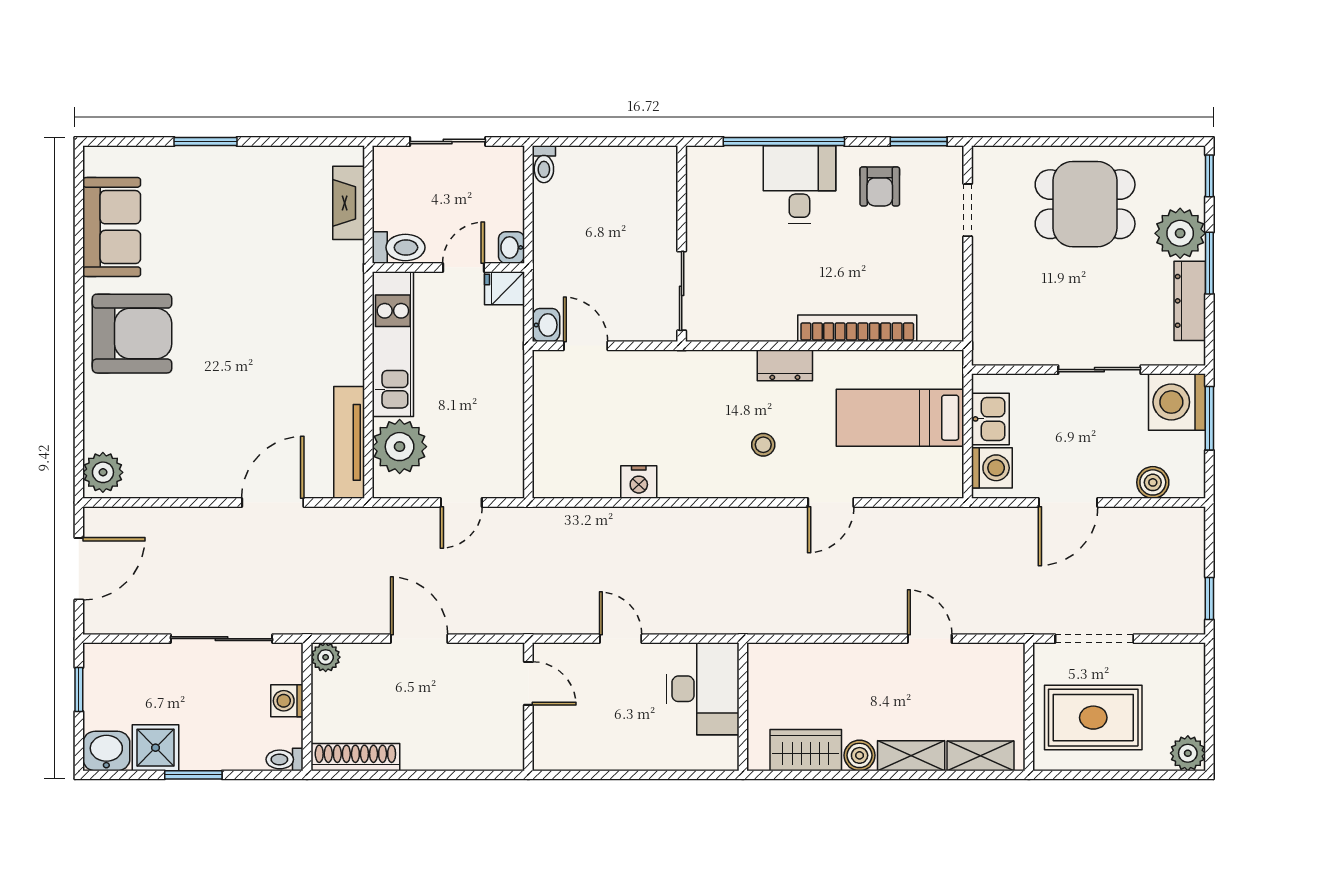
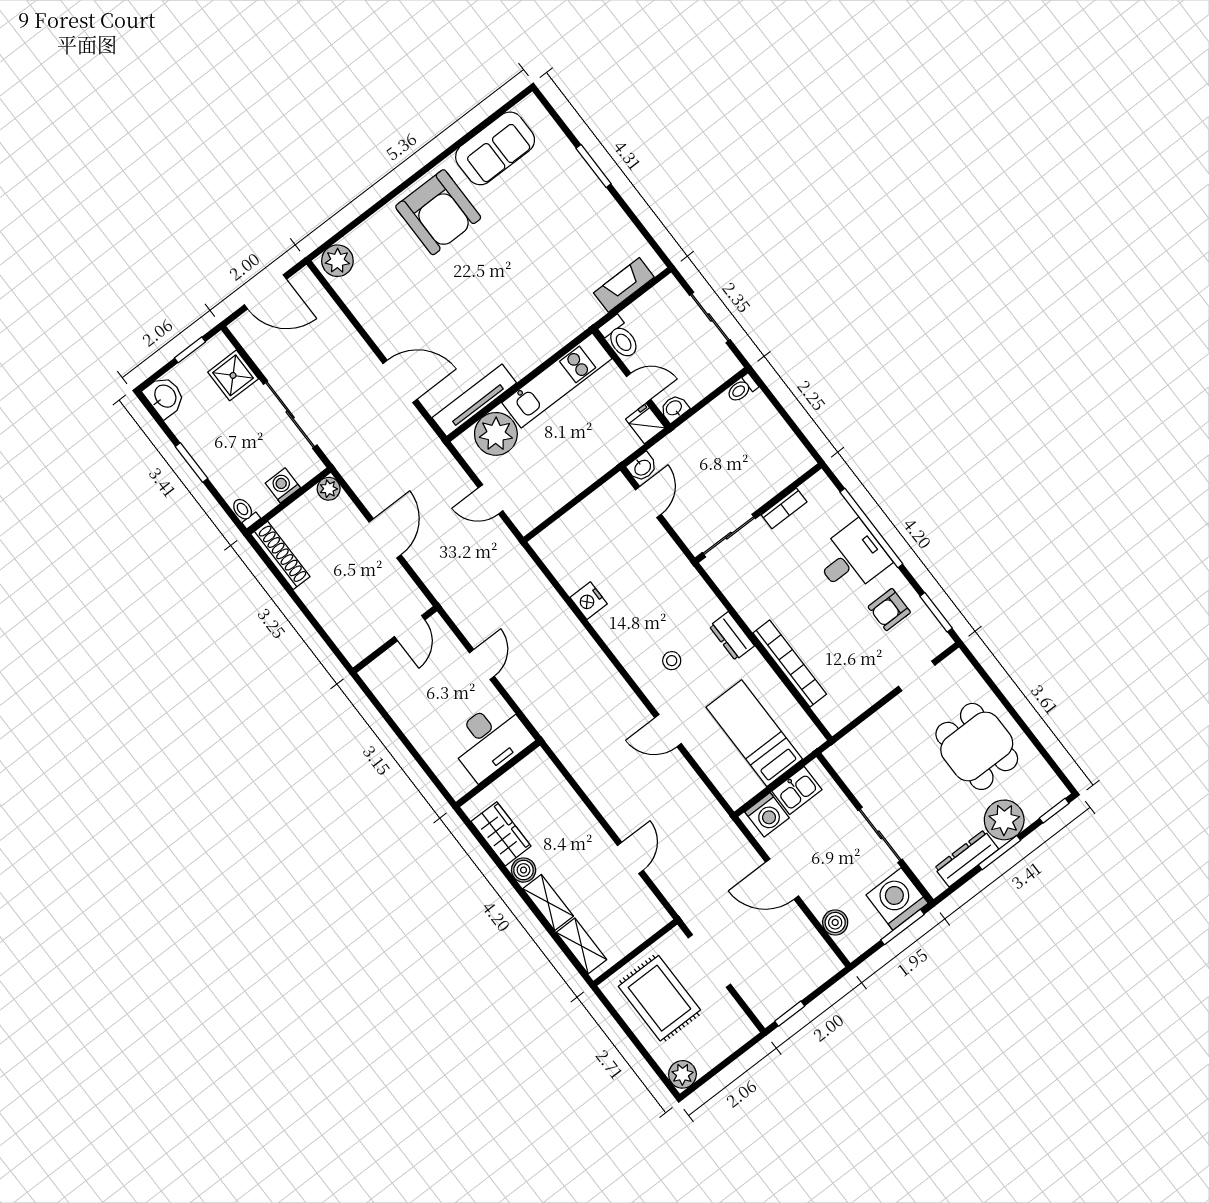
bookcase: (697, 214) -> (784, 508), added
shower: (156, 748) -> (233, 375), moved

